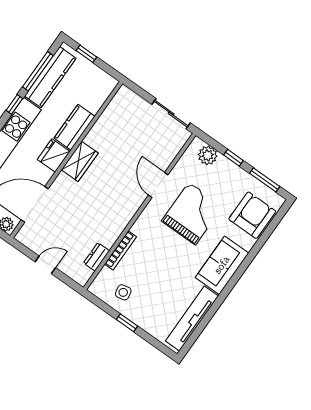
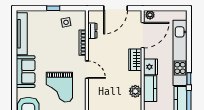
plant: (96, 138) -> (135, 91), added
wardrobe: (80, 161) -> (135, 60), moved
door: (158, 185) -> (87, 70), moved
door: (45, 265) -> (115, 8), width x1.87

